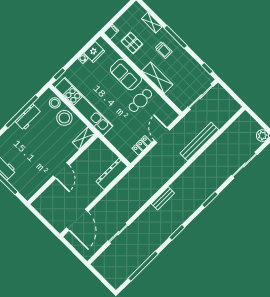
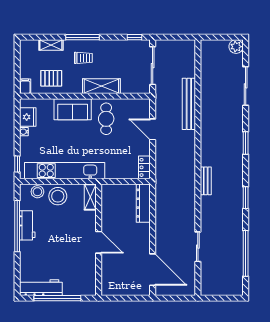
locker: (142, 145) -> (144, 167), moved

